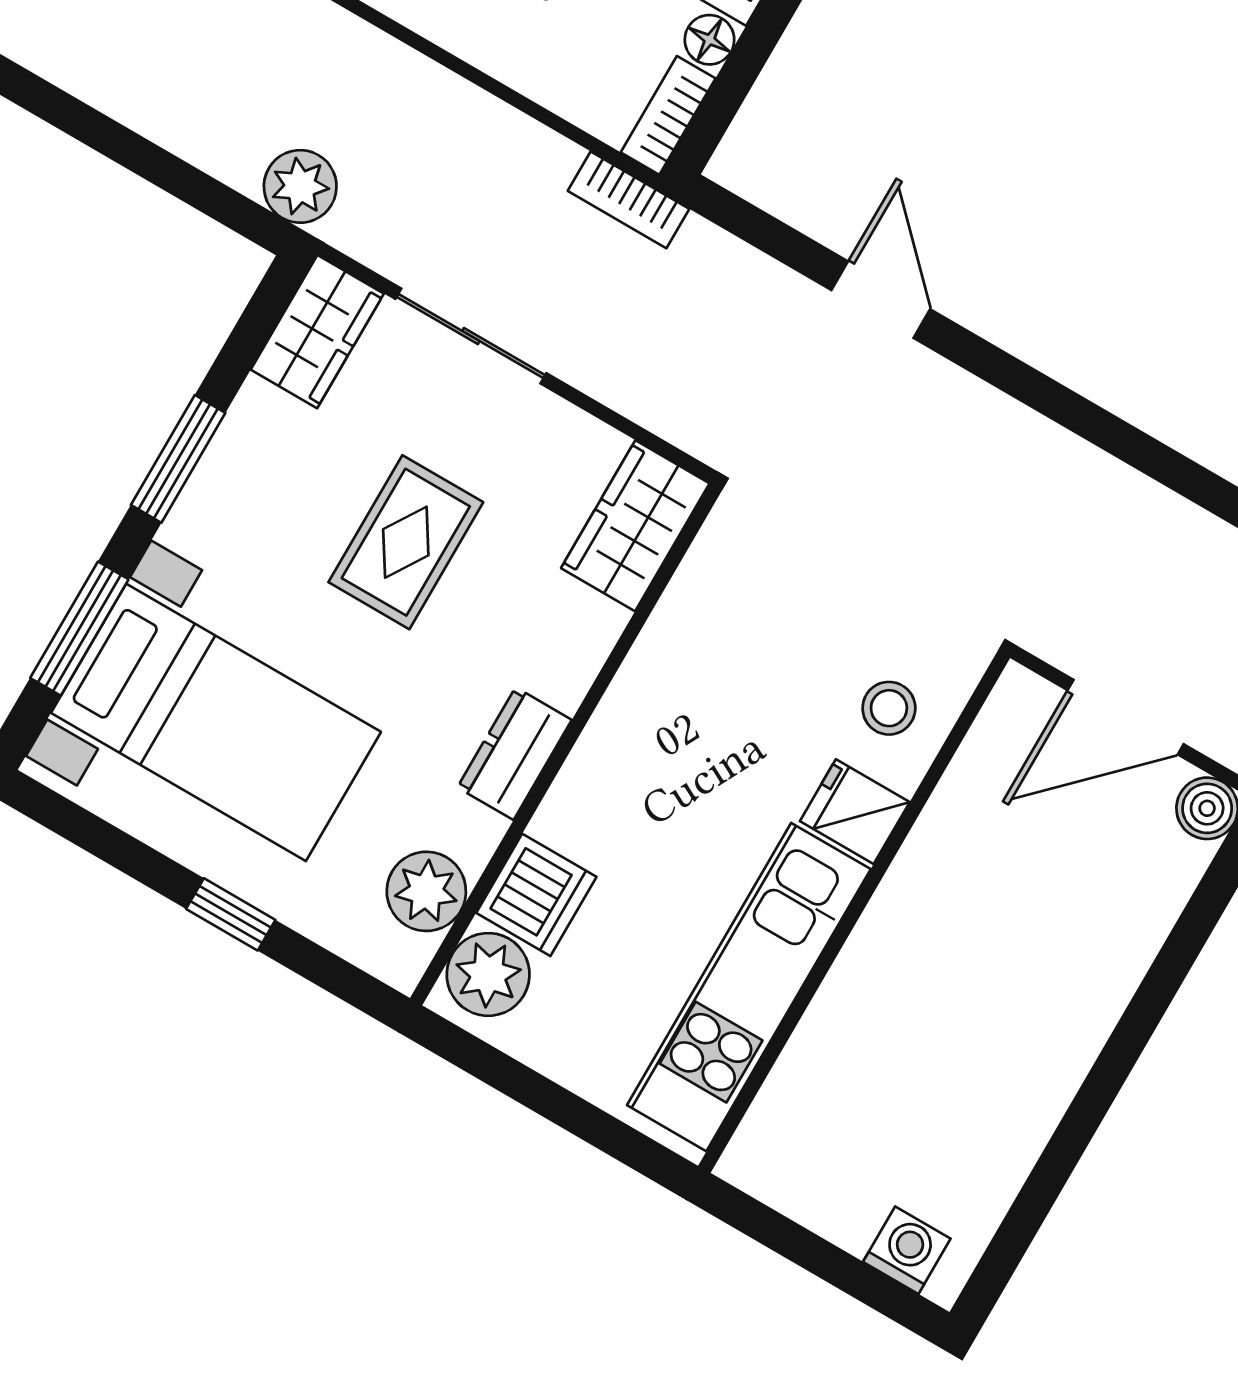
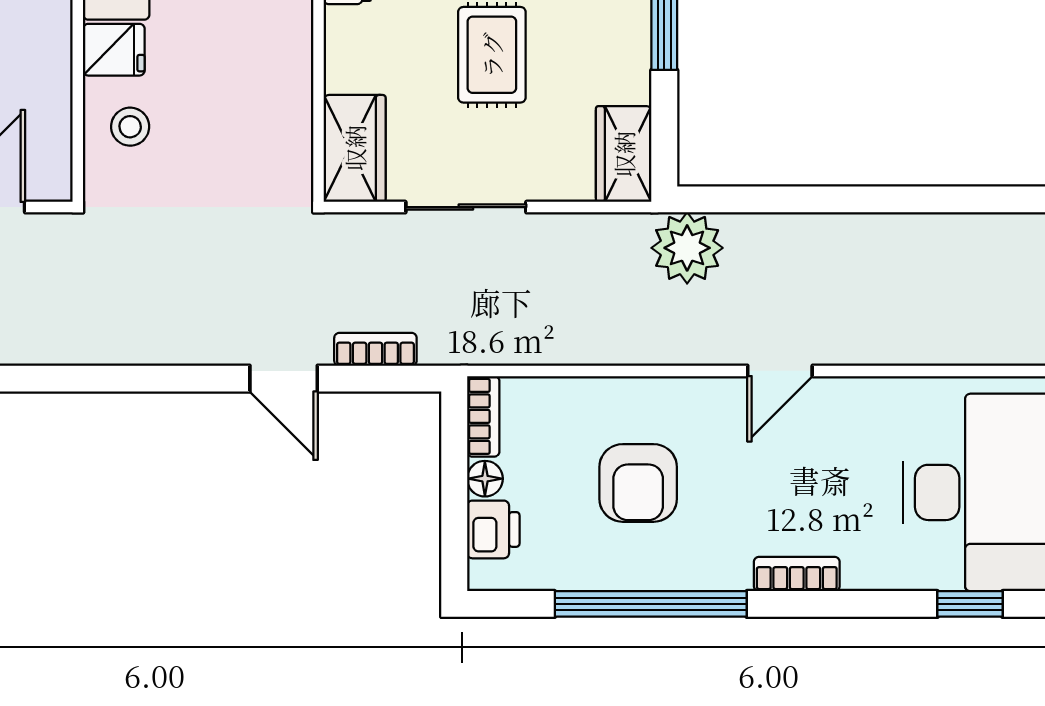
plant: (300, 186) -> (687, 248), width x1.36, depth x1.36
bookcase: (629, 200) -> (375, 349), moved
sliding door: (471, 336) -> (466, 207), moved

